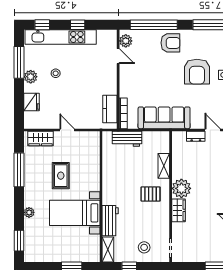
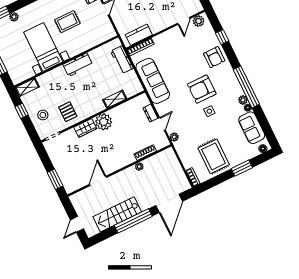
window: (154, 25) -> (222, 37), width x0.32
pallet: (151, 194) -> (68, 112), moved
plant: (29, 212) -> (14, 17), moved
workbench: (110, 221) -> (78, 65), moved

